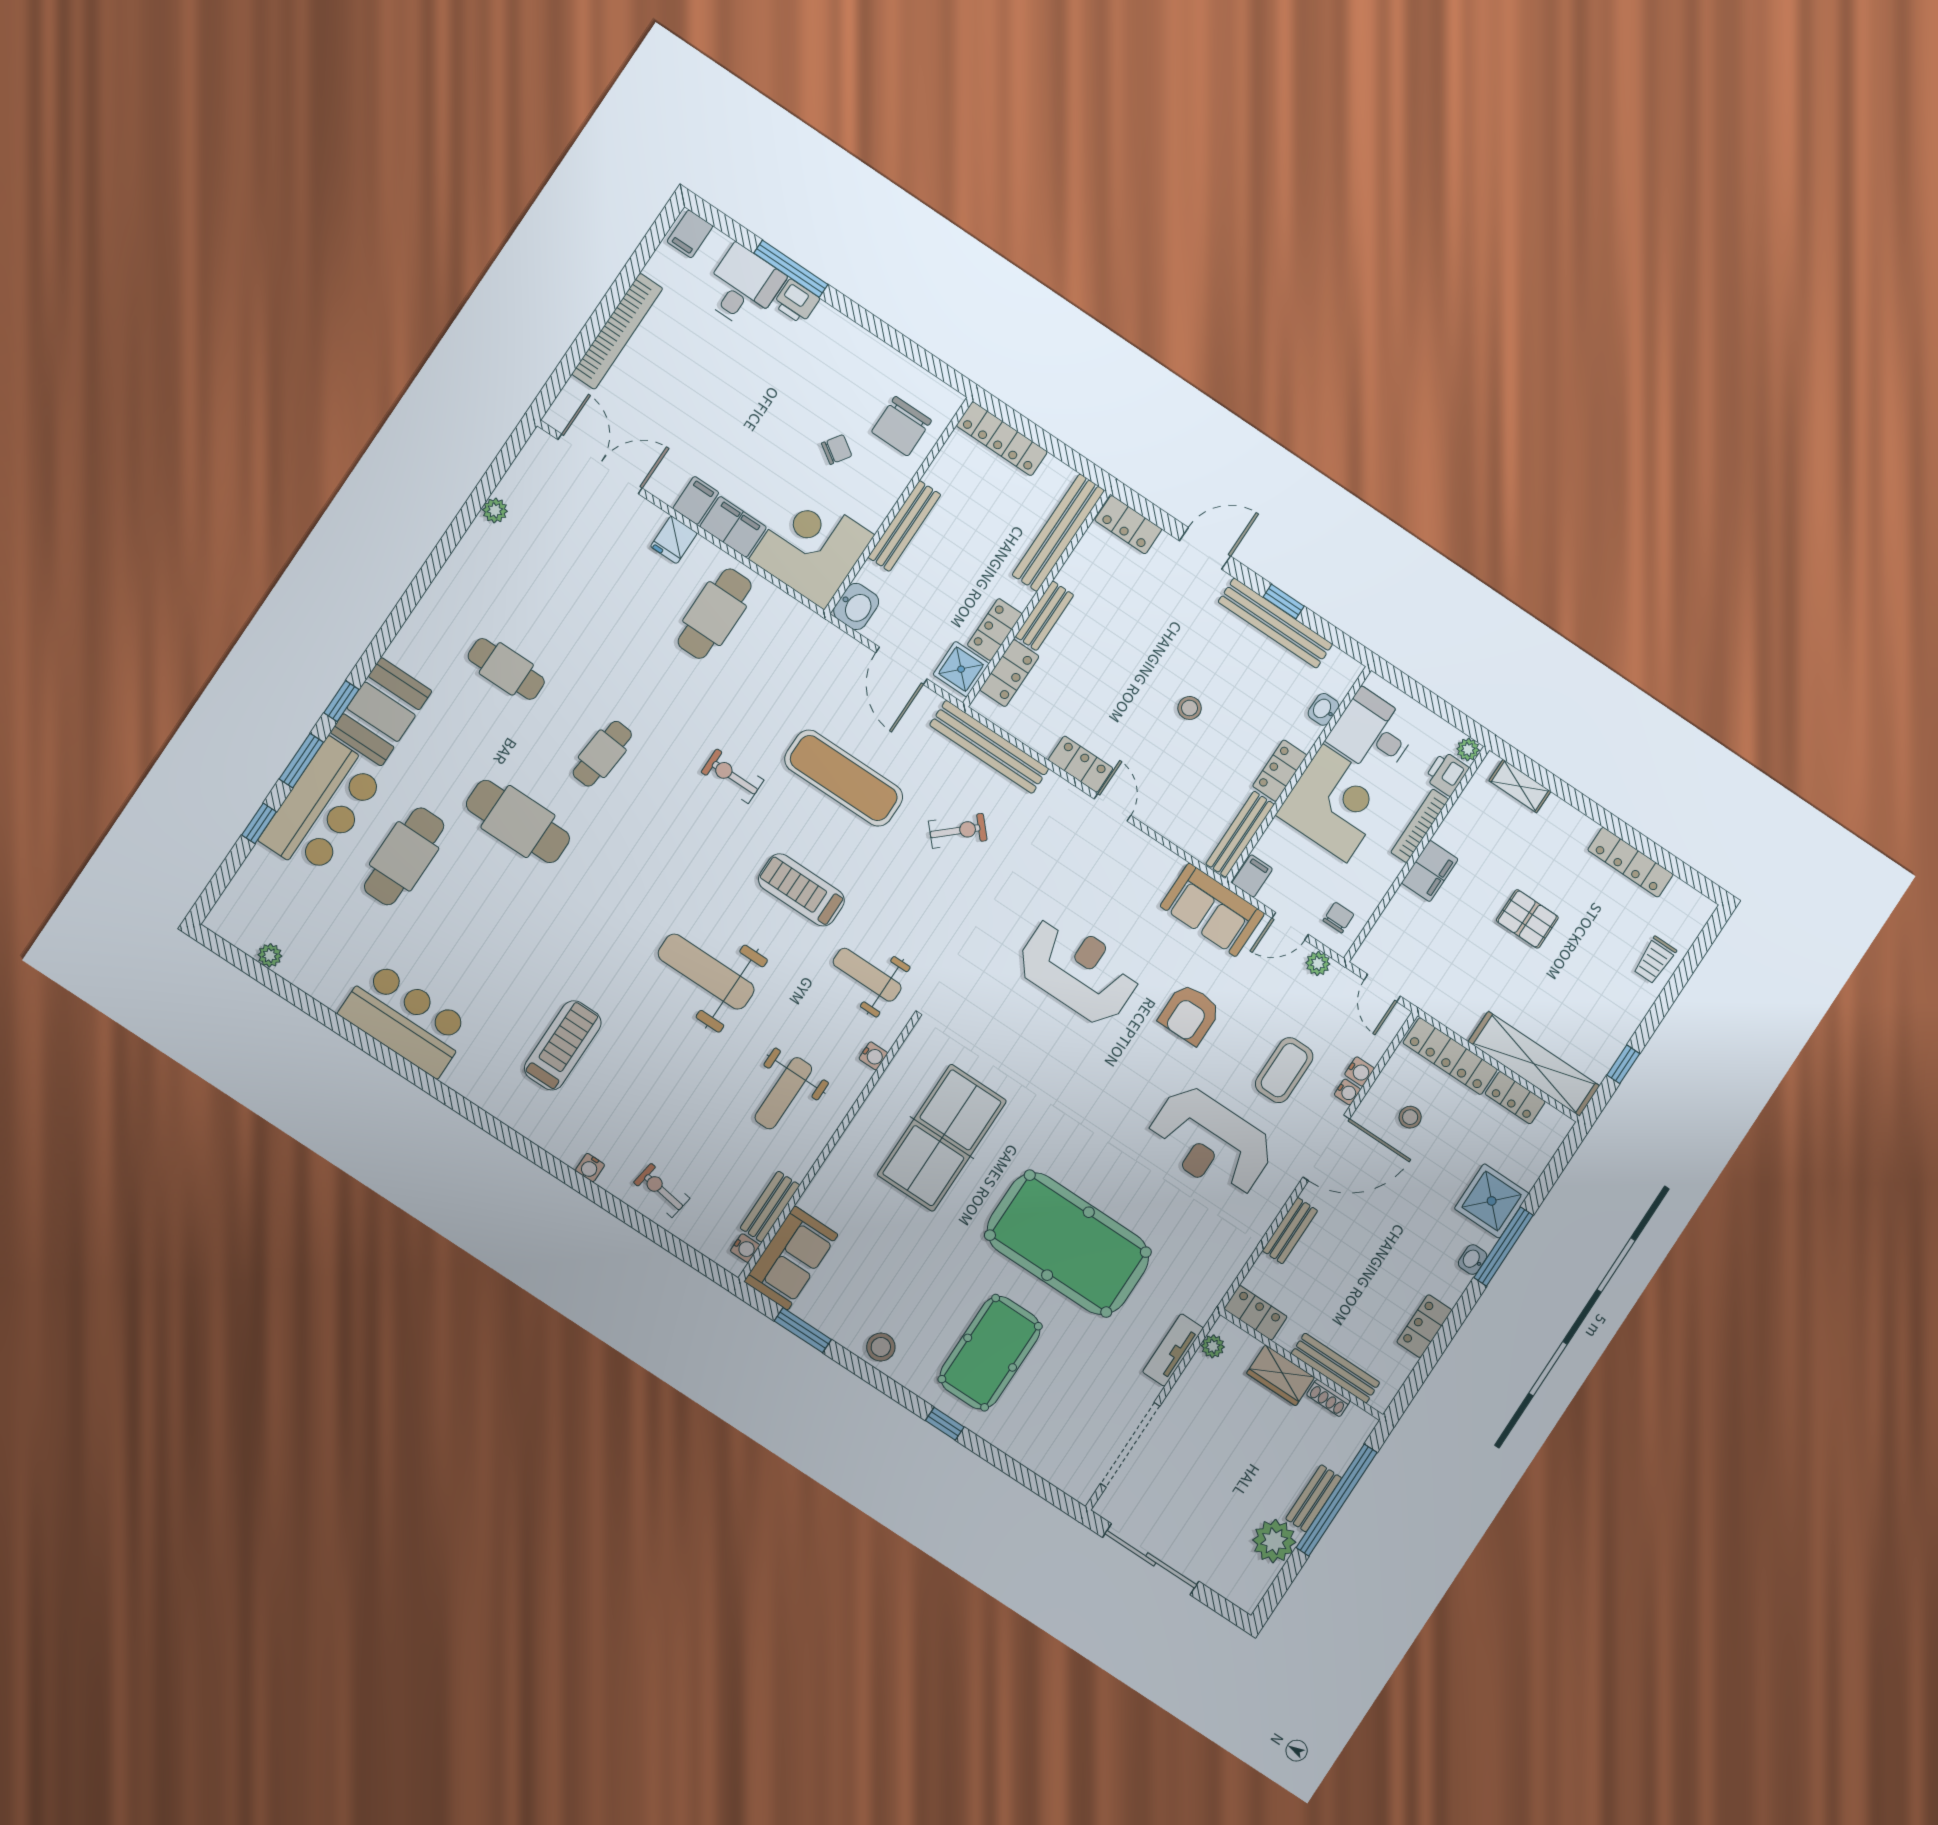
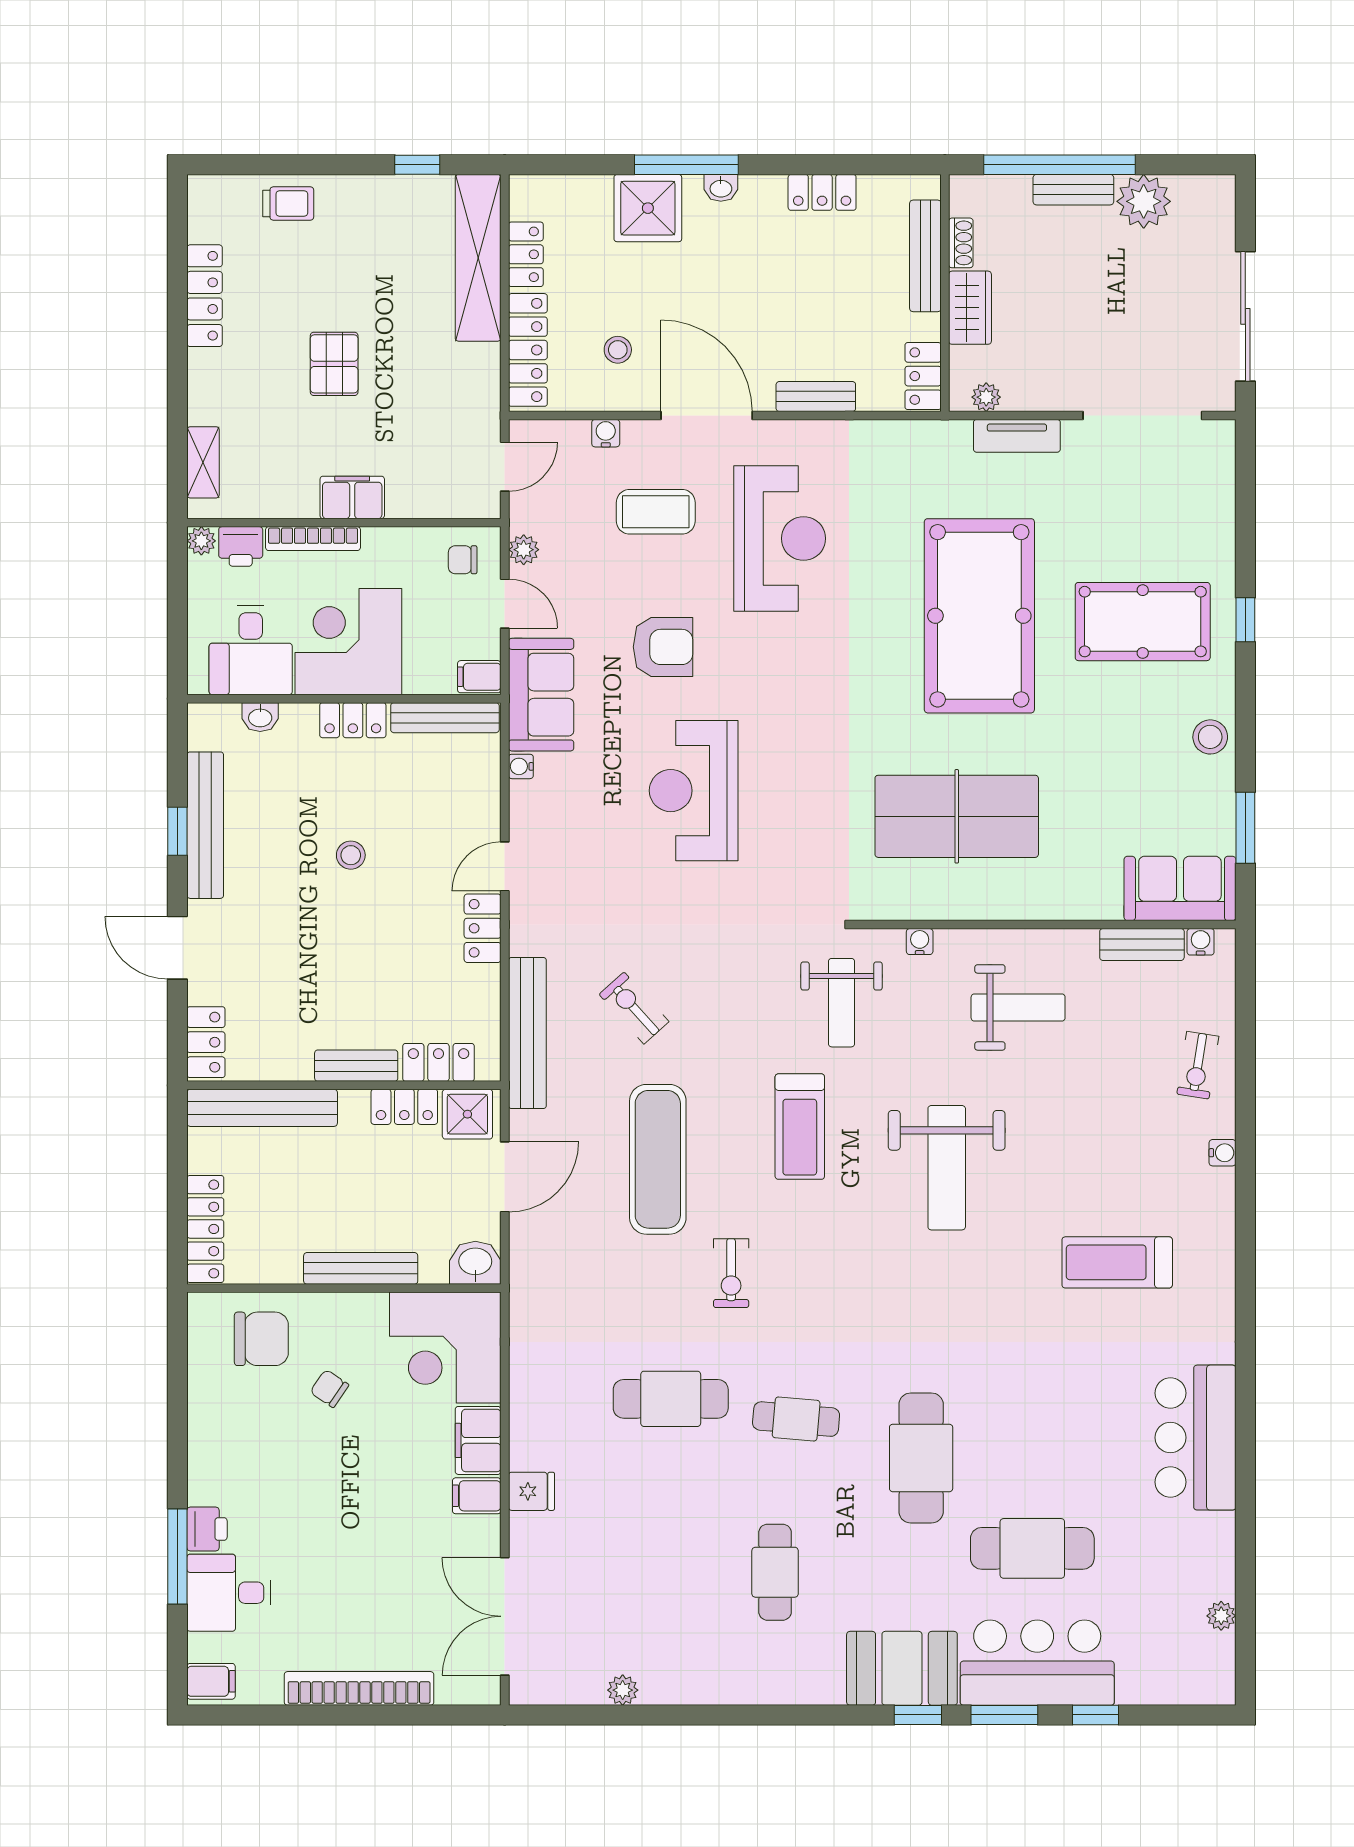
cafe table: (715, 614) -> (671, 1399), moved
water cooler: (1347, 1092) -> (521, 766), moved, turned -90

